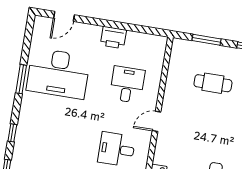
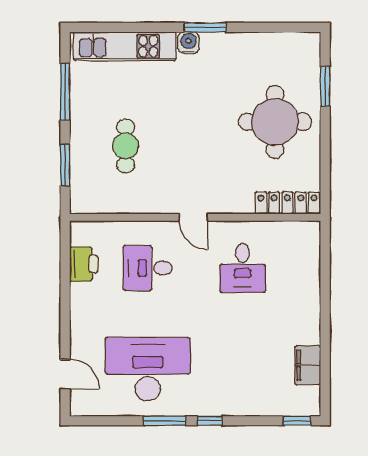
printer: (113, 37) -> (84, 264), moved
desk: (58, 73) -> (148, 369), turned -90
window: (12, 133) -> (210, 421), moved

